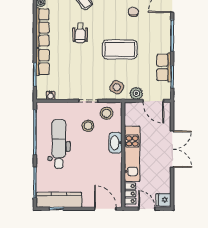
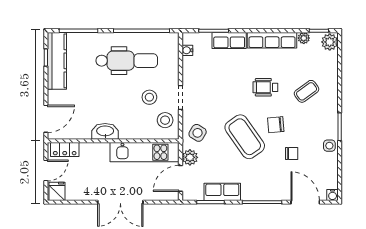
chair: (110, 25) -> (276, 125), added
coffee table: (120, 50) -> (245, 137), turned -35
washbasin: (115, 143) -> (105, 131), moved
kitchen unit: (132, 154) -> (144, 152), moved

